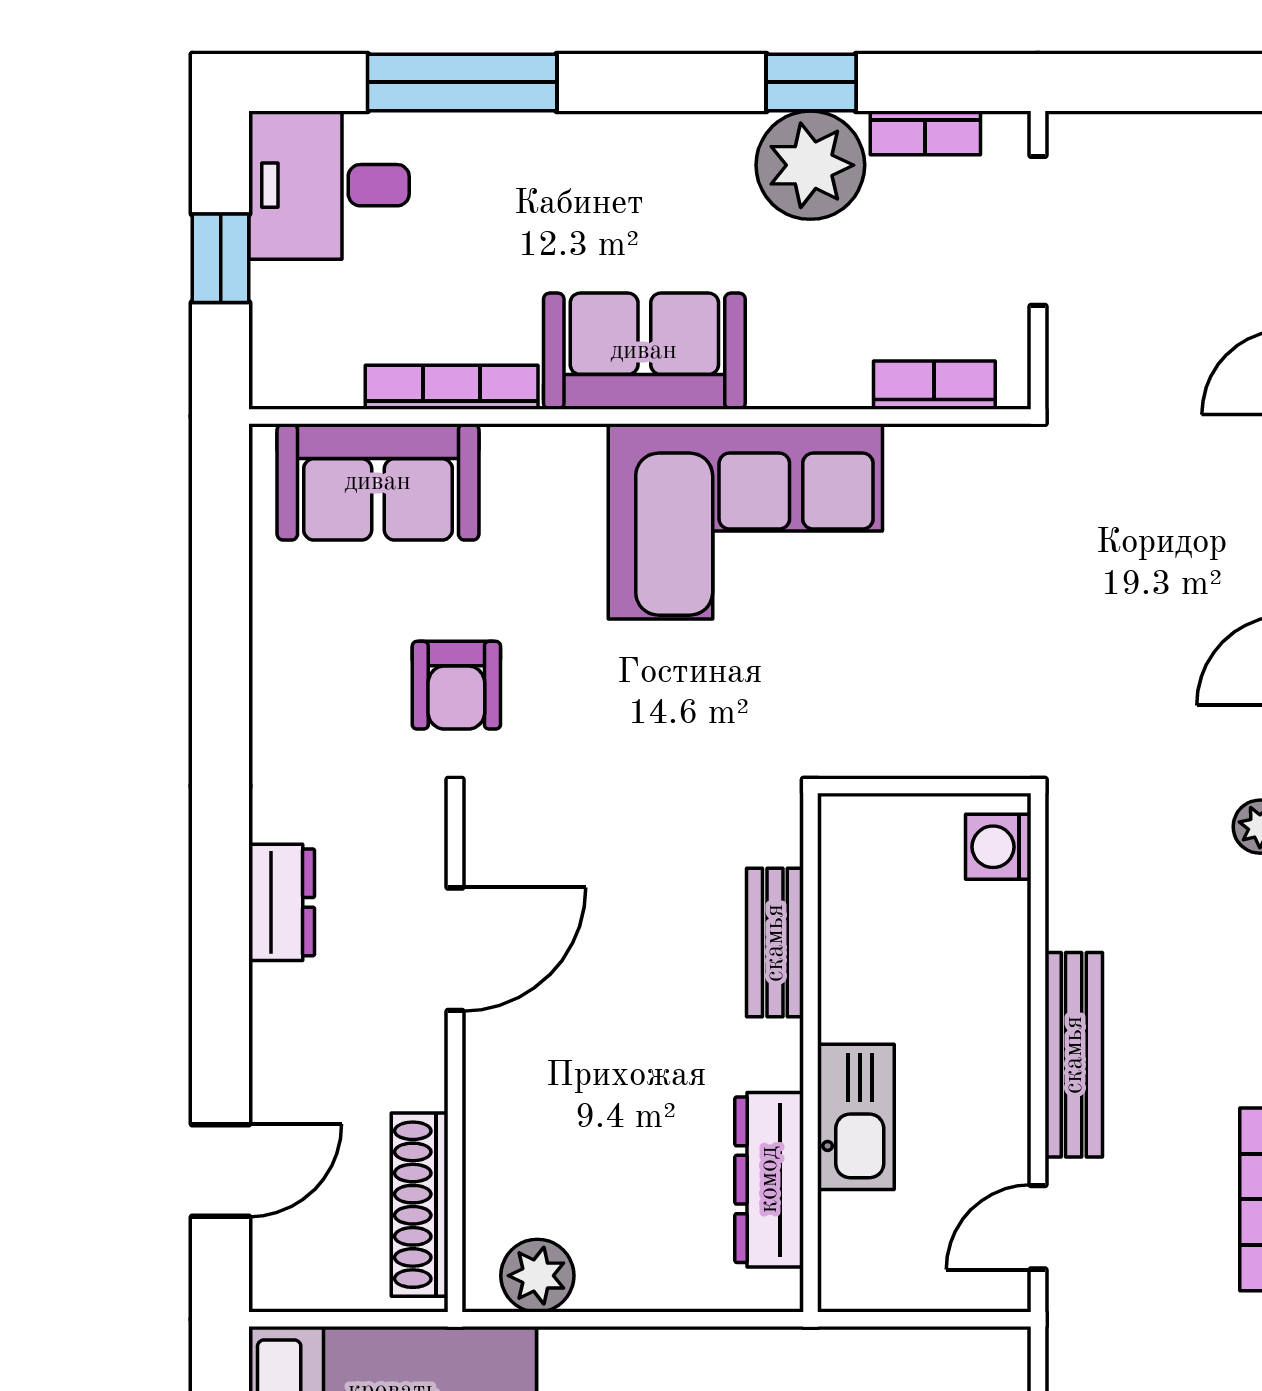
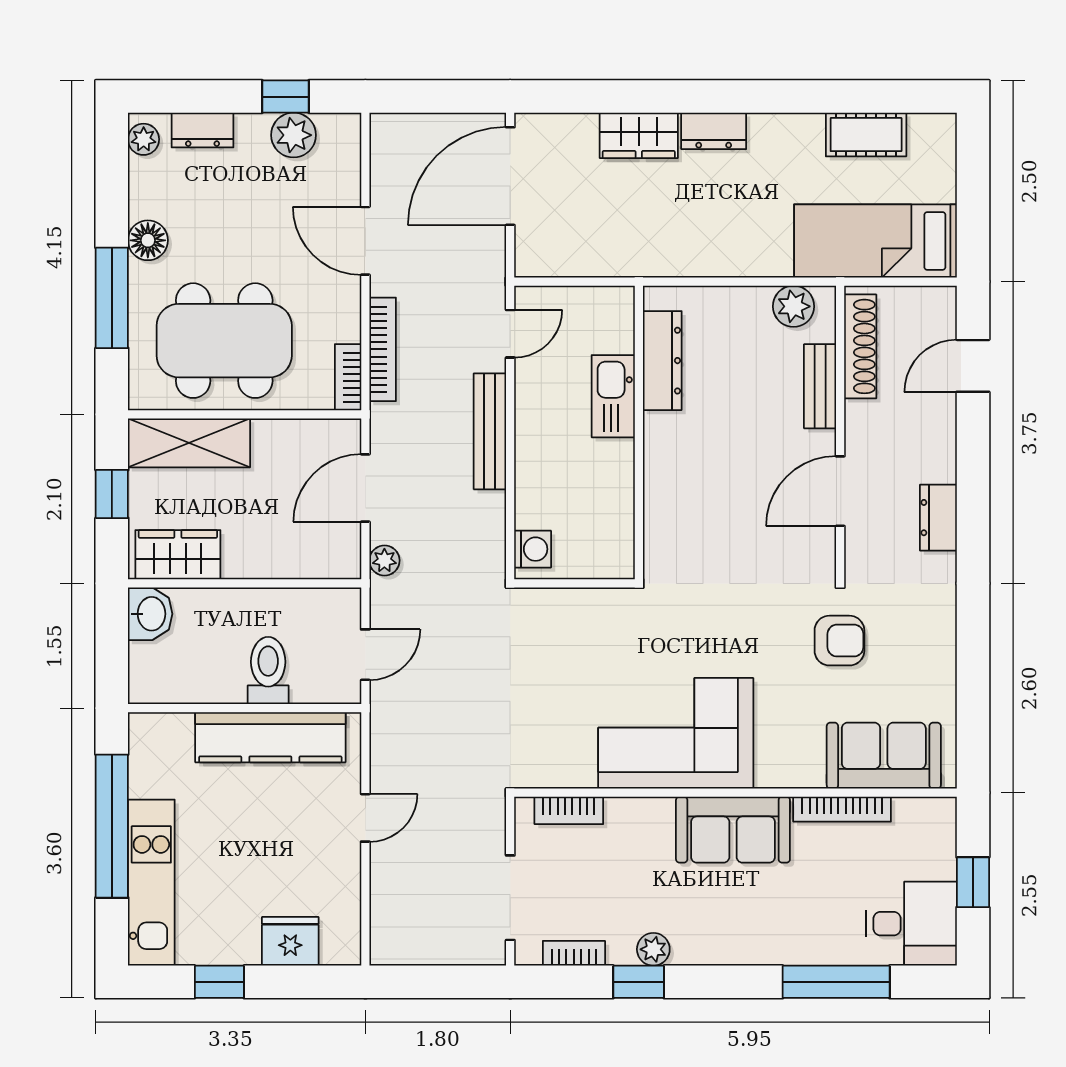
plant: (810, 165) -> (653, 949), width x0.53, depth x0.53
armchair: (456, 685) -> (839, 641), turned 90
bench: (775, 943) -> (820, 386), moved

